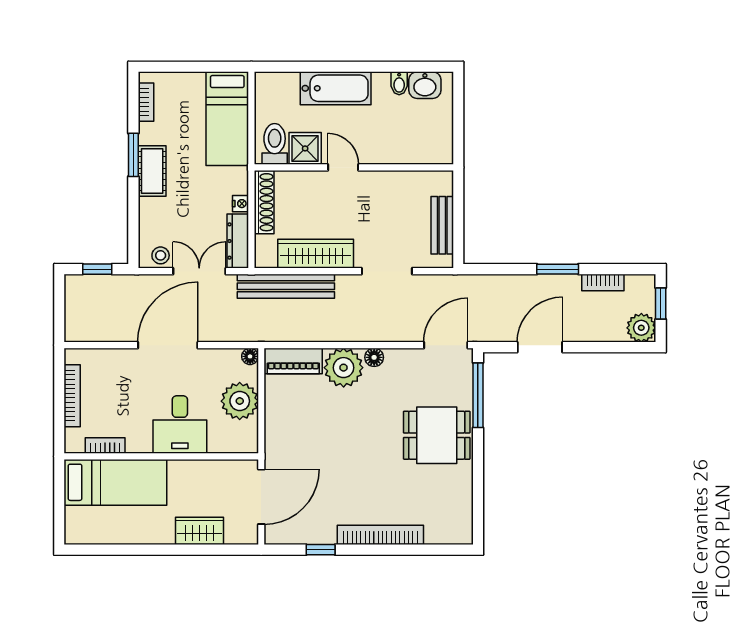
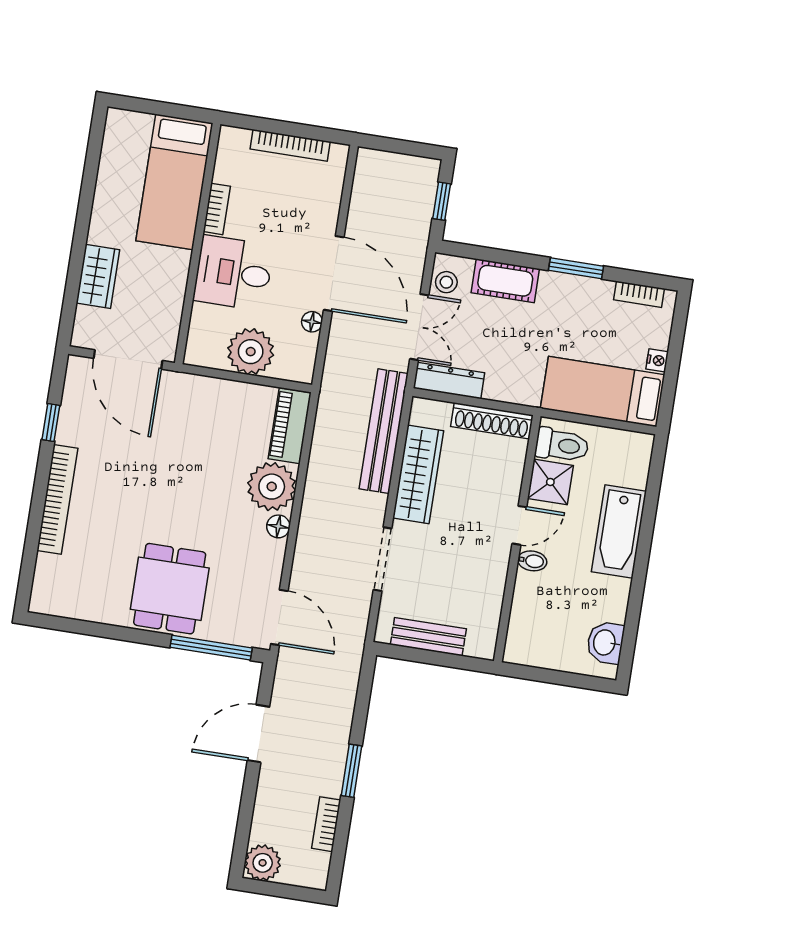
bidet: (399, 83) -> (532, 561), moved, turned 180
cot: (152, 171) -> (505, 281), moved
nightstand: (241, 204) -> (657, 360), moved, turned -90
window: (661, 303) -> (289, 892), removed
door: (540, 347) -> (258, 734), swing flipped
floor lamp: (250, 356) -> (312, 322), moved
bookcase: (105, 445) -> (217, 209), moved

